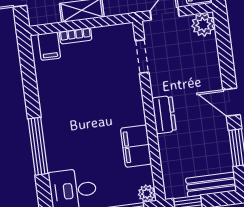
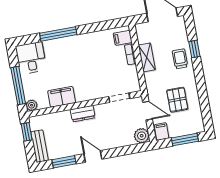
door: (232, 102) -> (93, 156), hinge flipped

